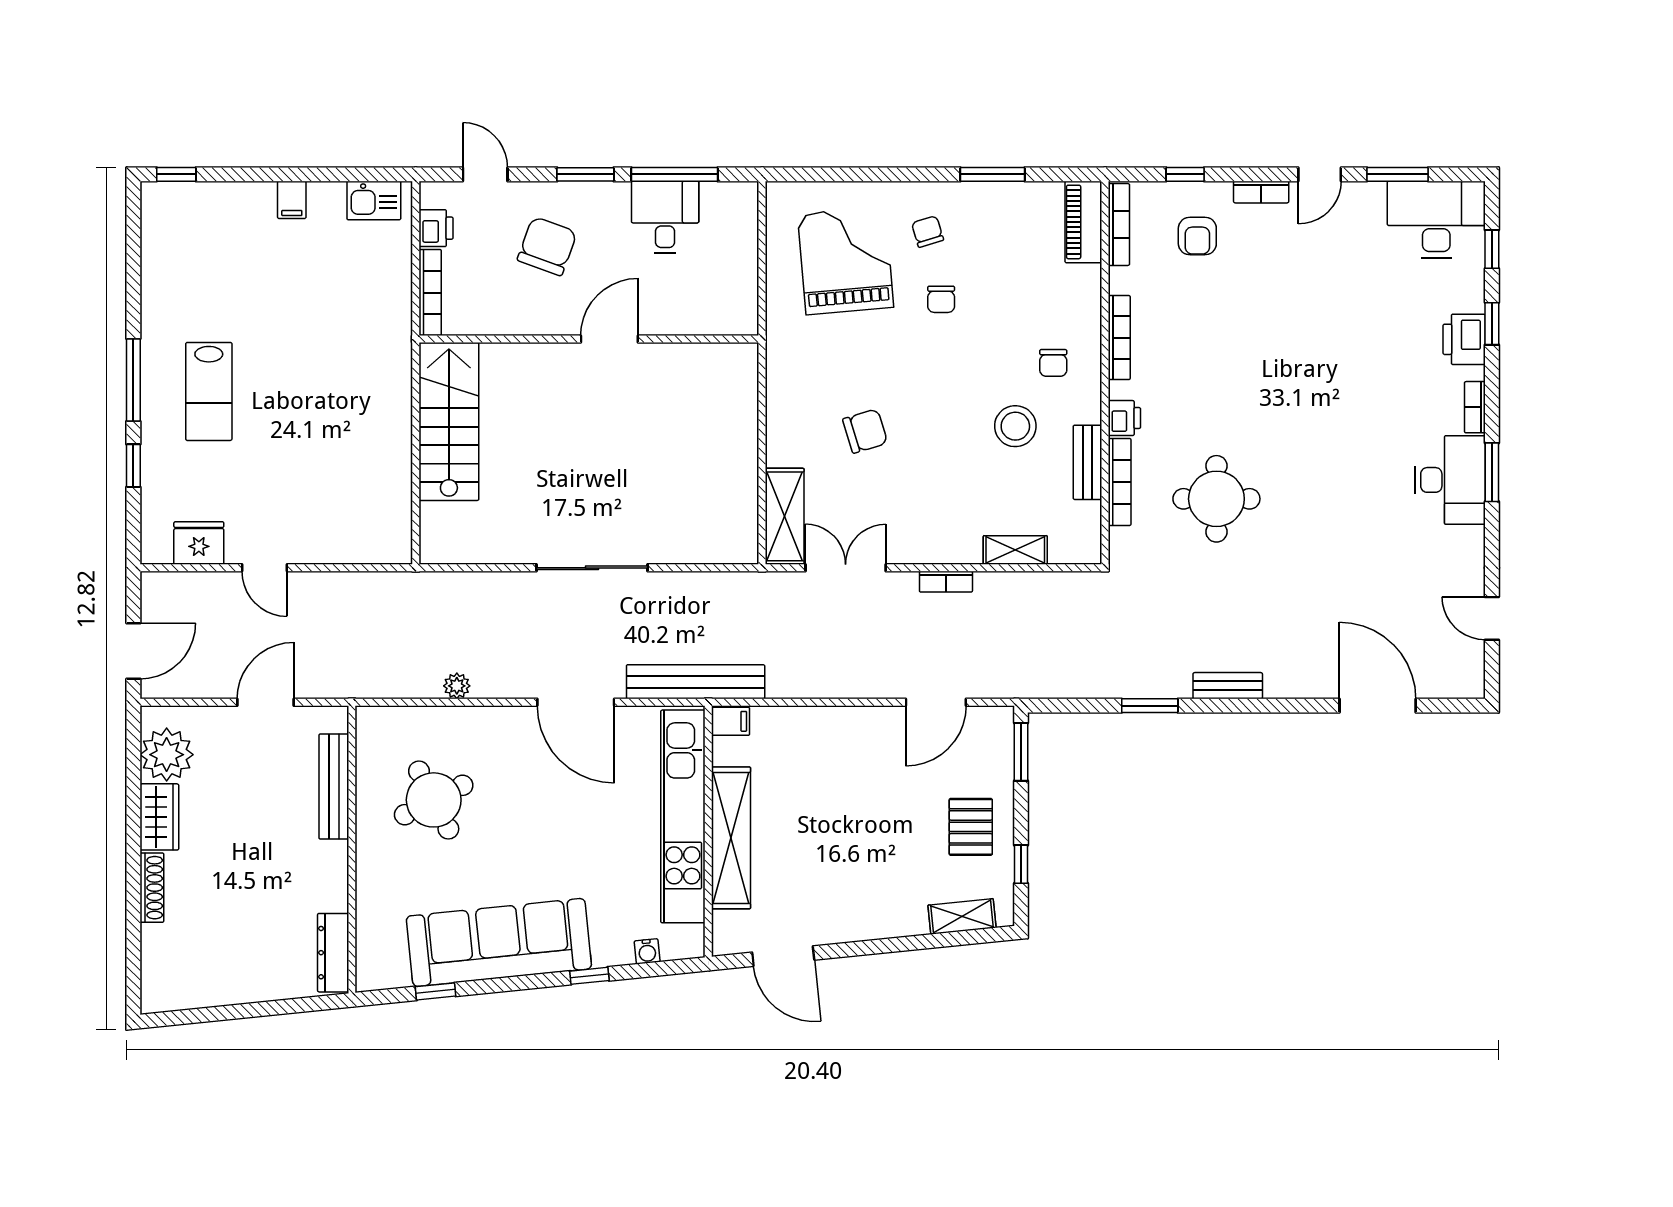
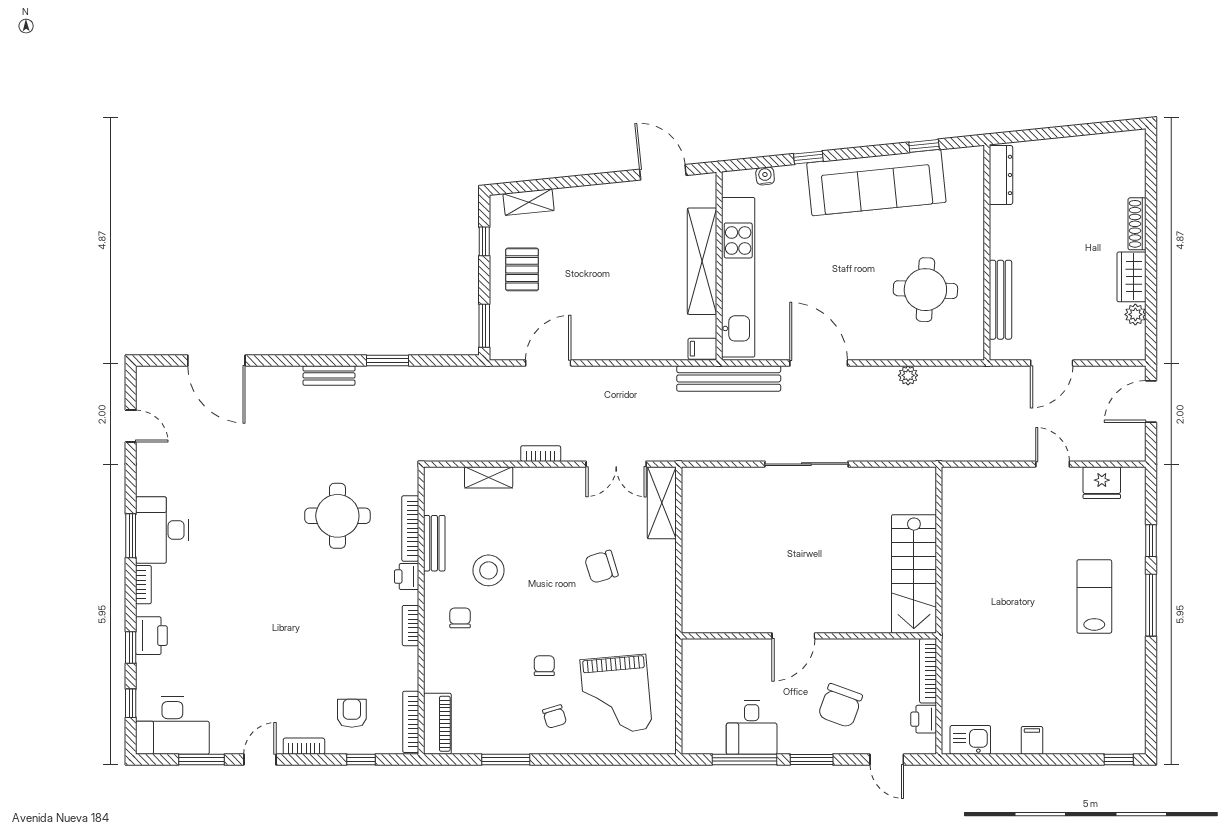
bookcase: (1119, 338) -> (410, 626), width x0.64
plant: (167, 755) -> (1135, 314), width x0.53, depth x0.53
round table: (434, 800) -> (925, 290), turned 30

